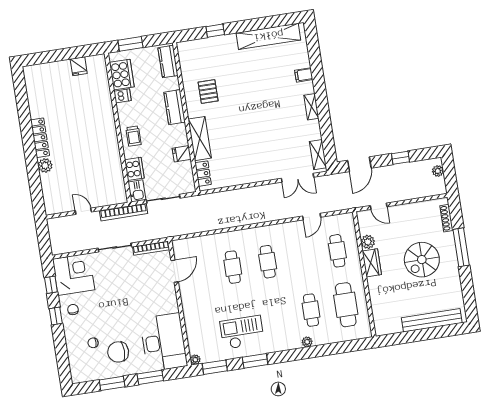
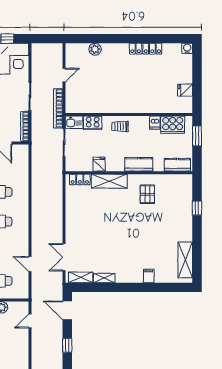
shelving: (268, 36) -> (185, 260), width x0.68
water cooler: (29, 72) -> (187, 48), added
pallet: (208, 92) -> (147, 194), turned 90
shelving: (311, 107) -> (104, 278), moved
locker: (40, 138) -> (146, 49), moved
plant: (45, 165) -> (95, 49), moved

